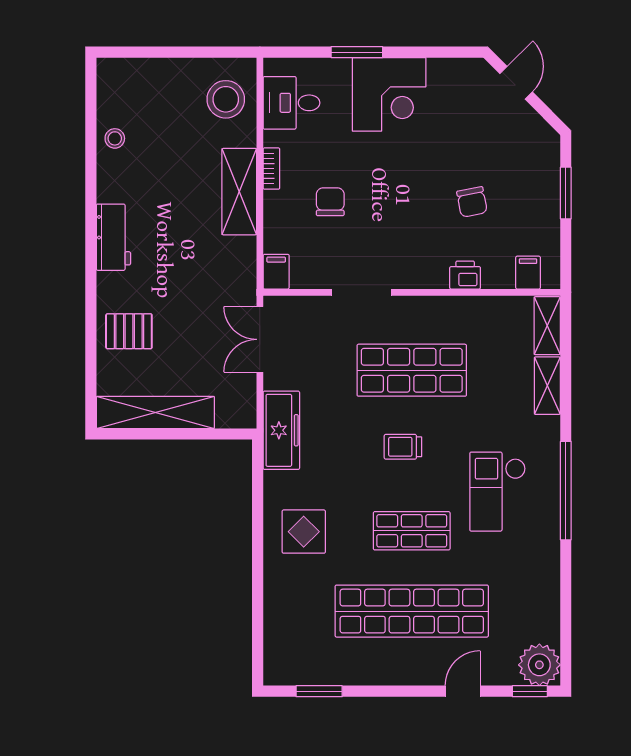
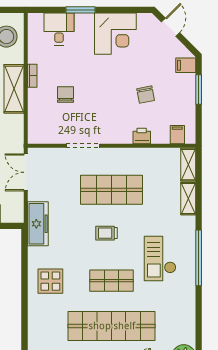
corner desk: (389, 94) -> (115, 34), moved
desk: (292, 103) -> (59, 29), moved, turned 90
filing cabinet: (276, 272) -> (186, 65), moved, turned -90

